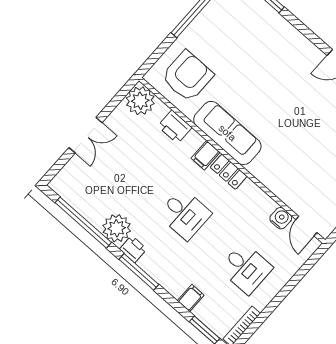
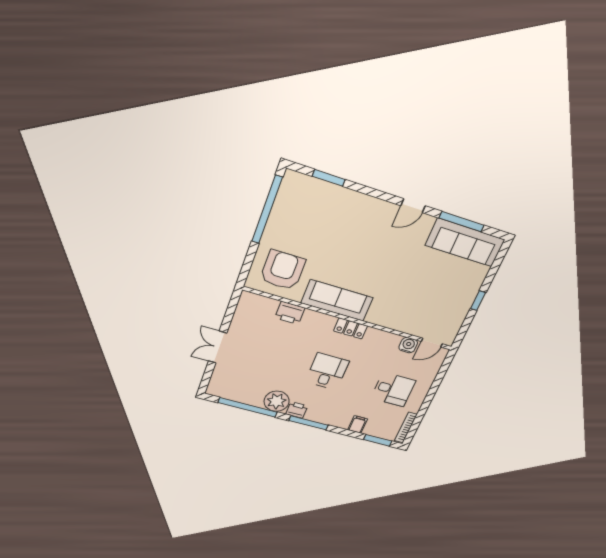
plant: (140, 101) -> (251, 305), removed
double door: (86, 135) -> (218, 347), swing flipped
filing cabinet: (206, 155) -> (326, 324), removed
desk: (185, 214) -> (327, 371), turned -90
door: (306, 226) -> (432, 343), hinge flipped

